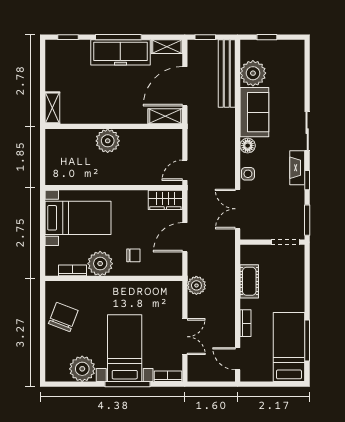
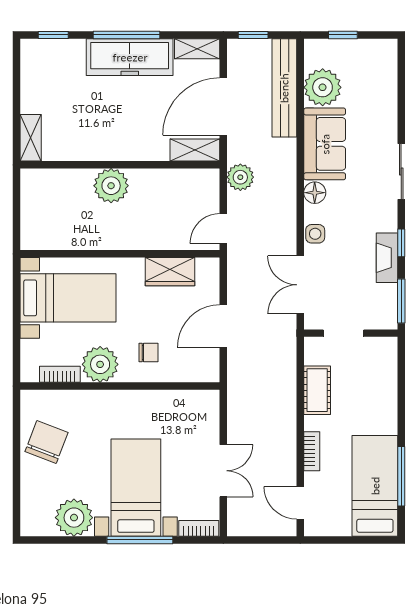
fireplace: (297, 168) -> (387, 258), moved
wardrobe: (165, 200) -> (170, 272), moved
doorway: (285, 242) -> (344, 333), moved
plant: (196, 285) -> (240, 177), moved

